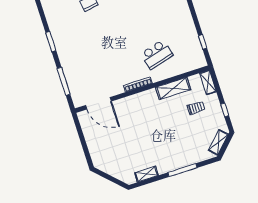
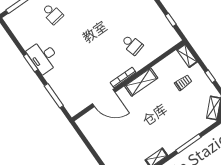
desk: (65, 39) -> (43, 57), added
school desk: (157, 54) -> (132, 45), width x0.54
shelving: (173, 88) -> (141, 82), moved
door: (98, 103) -> (104, 98), moved

